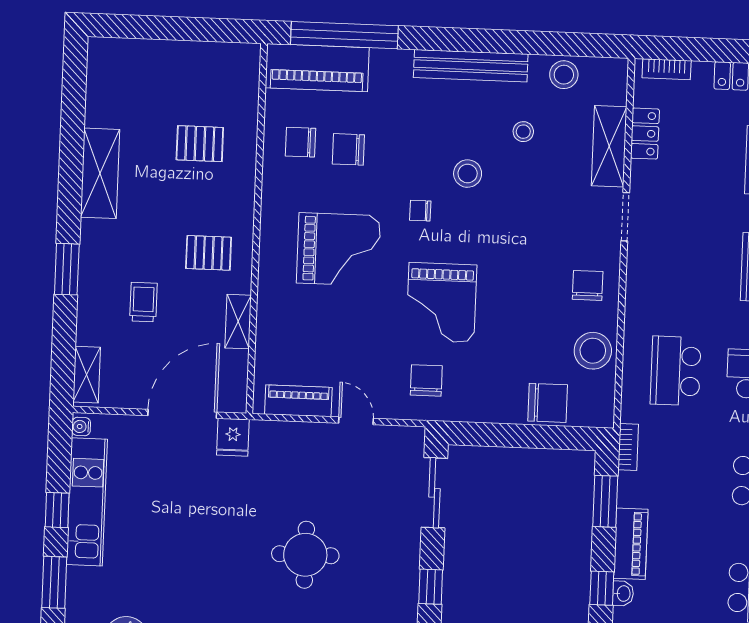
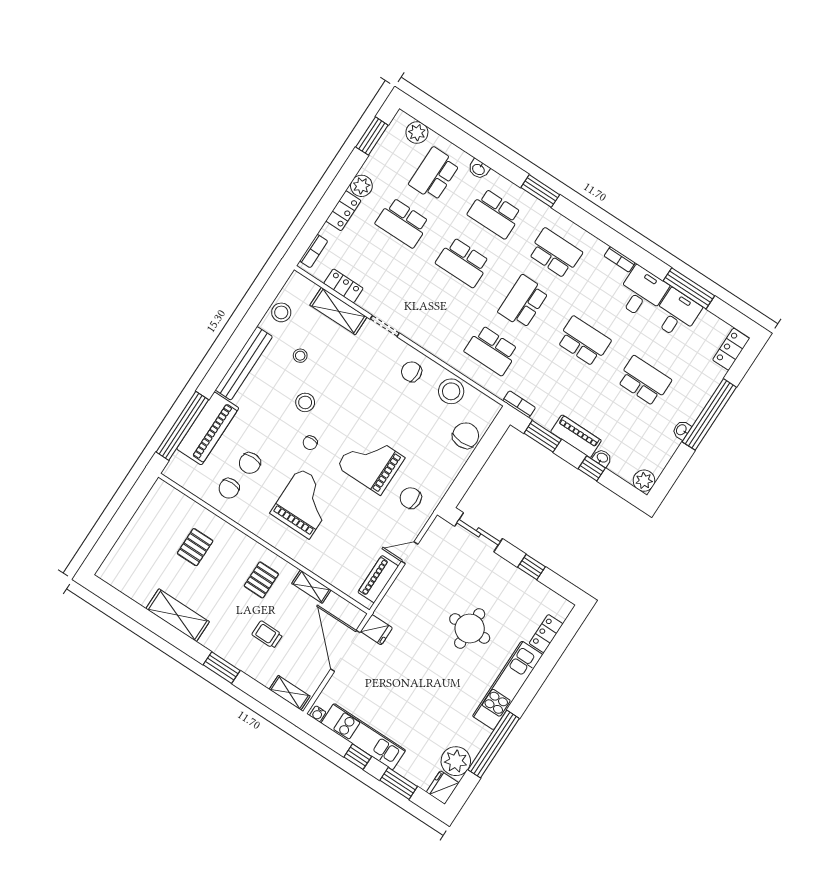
piano: (317, 68) -> (208, 428), moved
grand piano: (441, 303) -> (371, 462), turned 180

